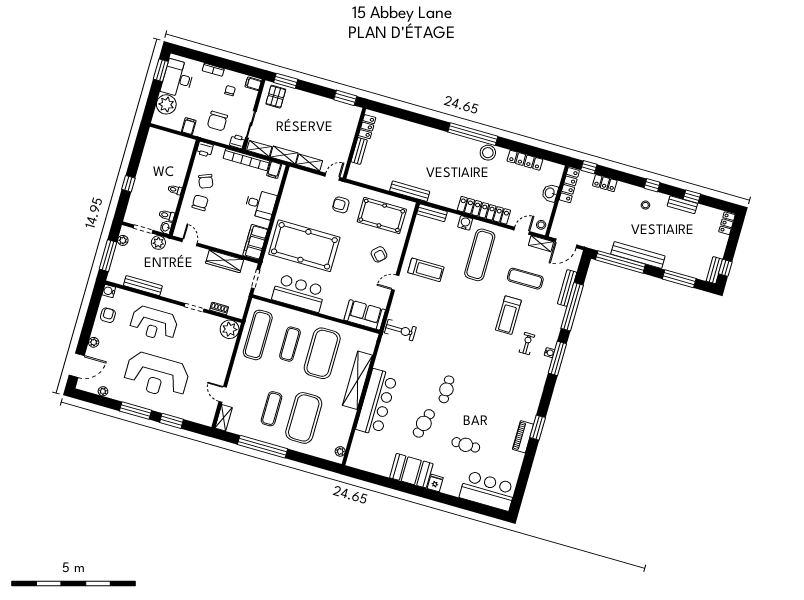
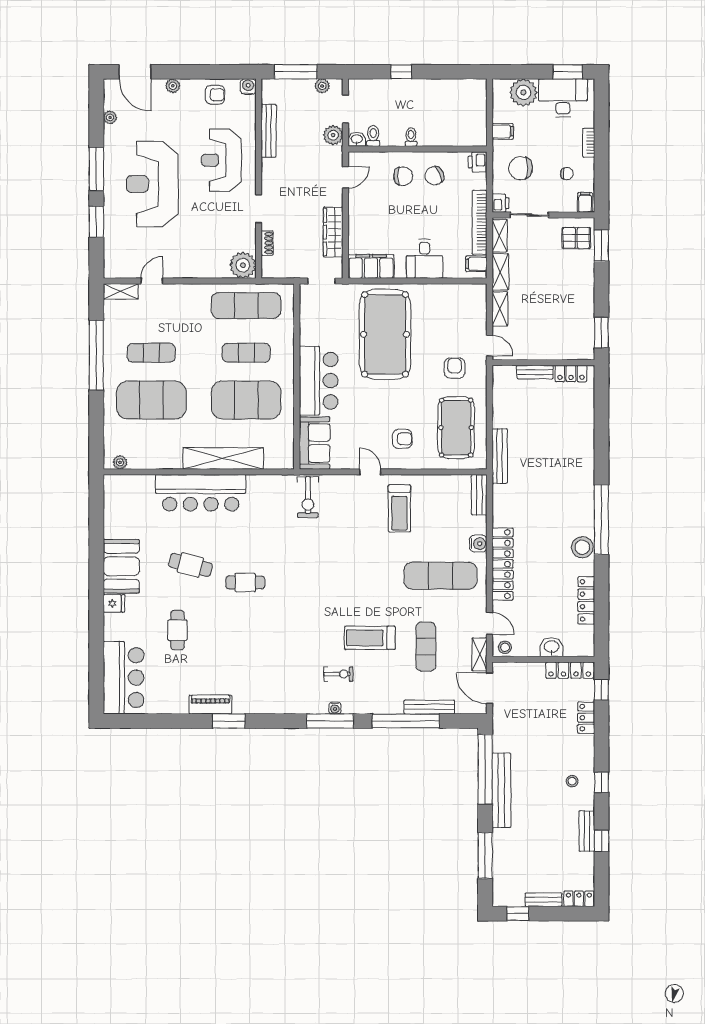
armchair: (379, 254) -> (402, 439), turned -137
bench: (714, 270) -> (544, 900), moved
bar counter: (299, 293) -> (319, 381), moved

